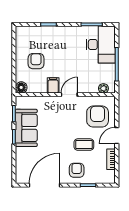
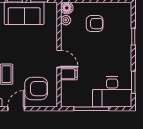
filing cabinet: (53, 85) -> (69, 74), moved
plant: (103, 88) -> (66, 20), moved
door: (117, 135) -> (16, 109), hinge flipped

